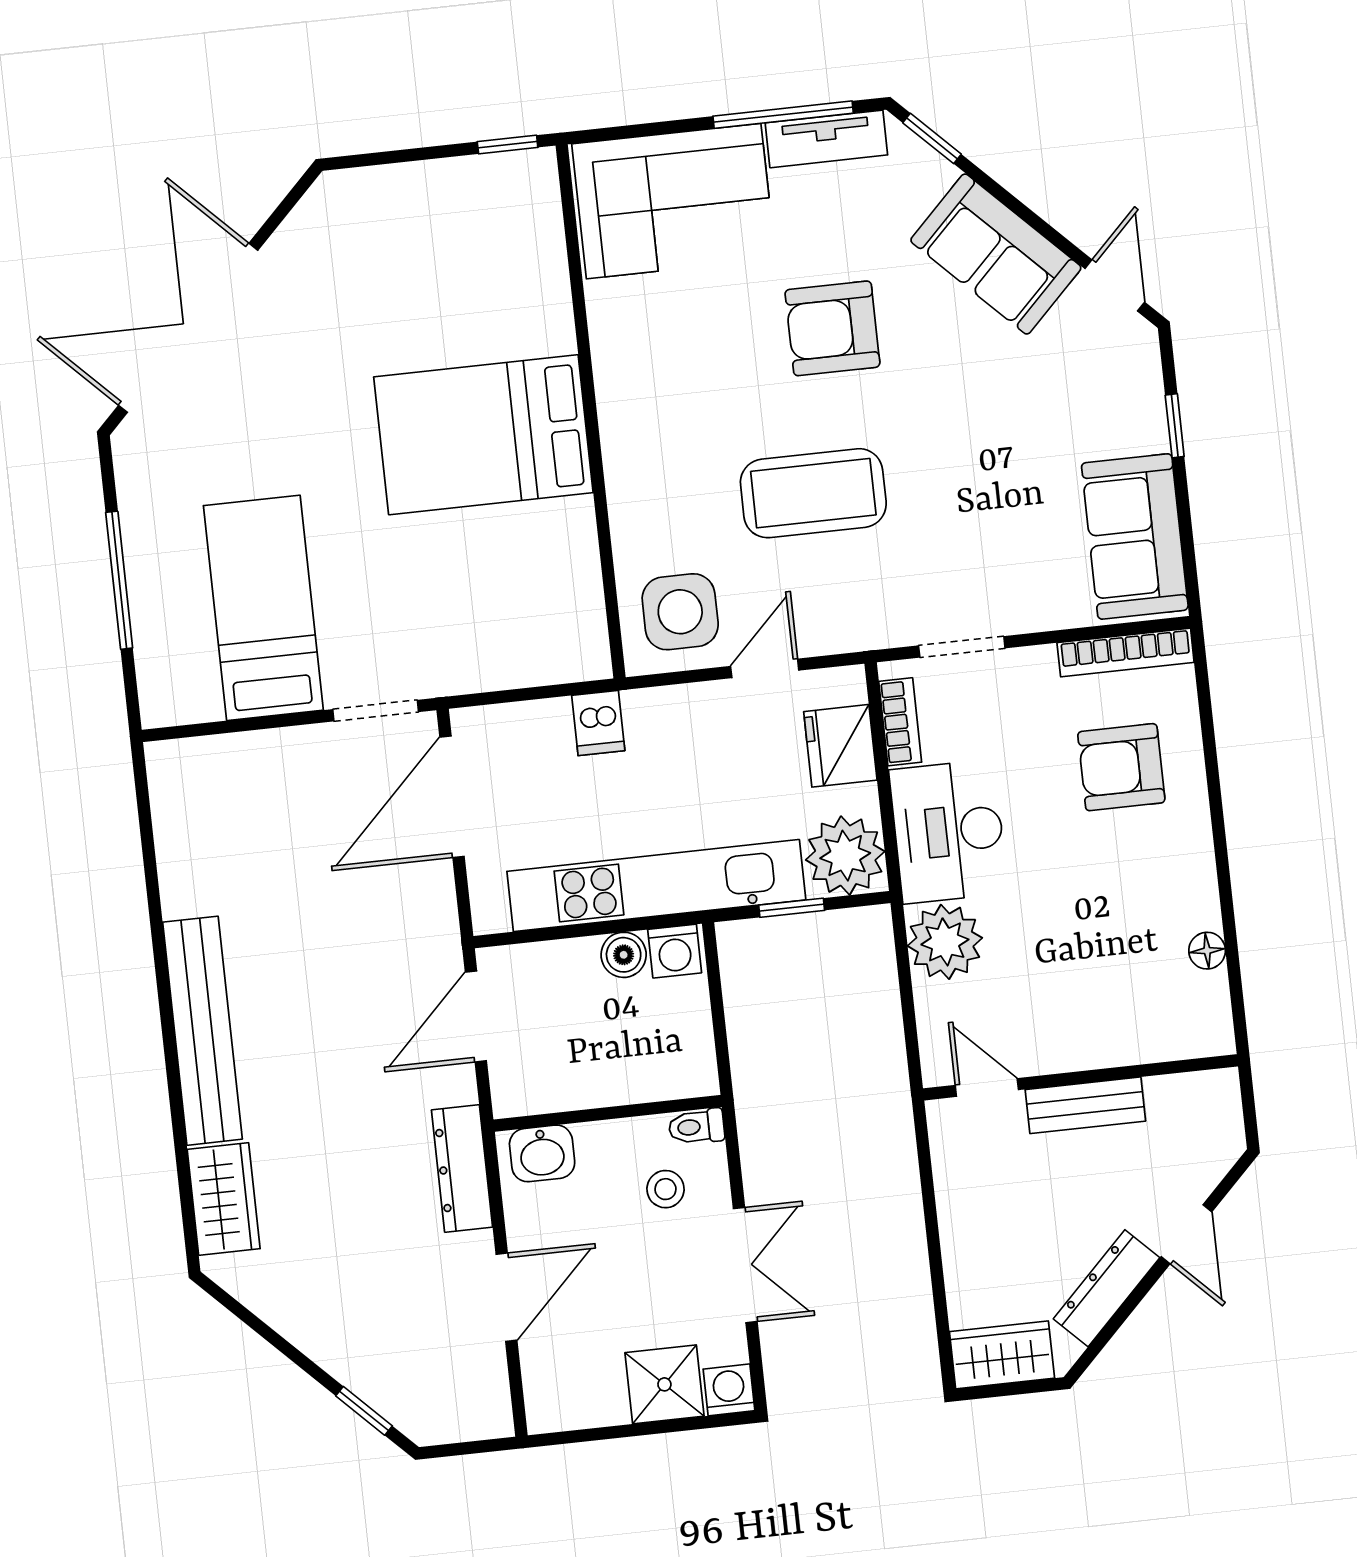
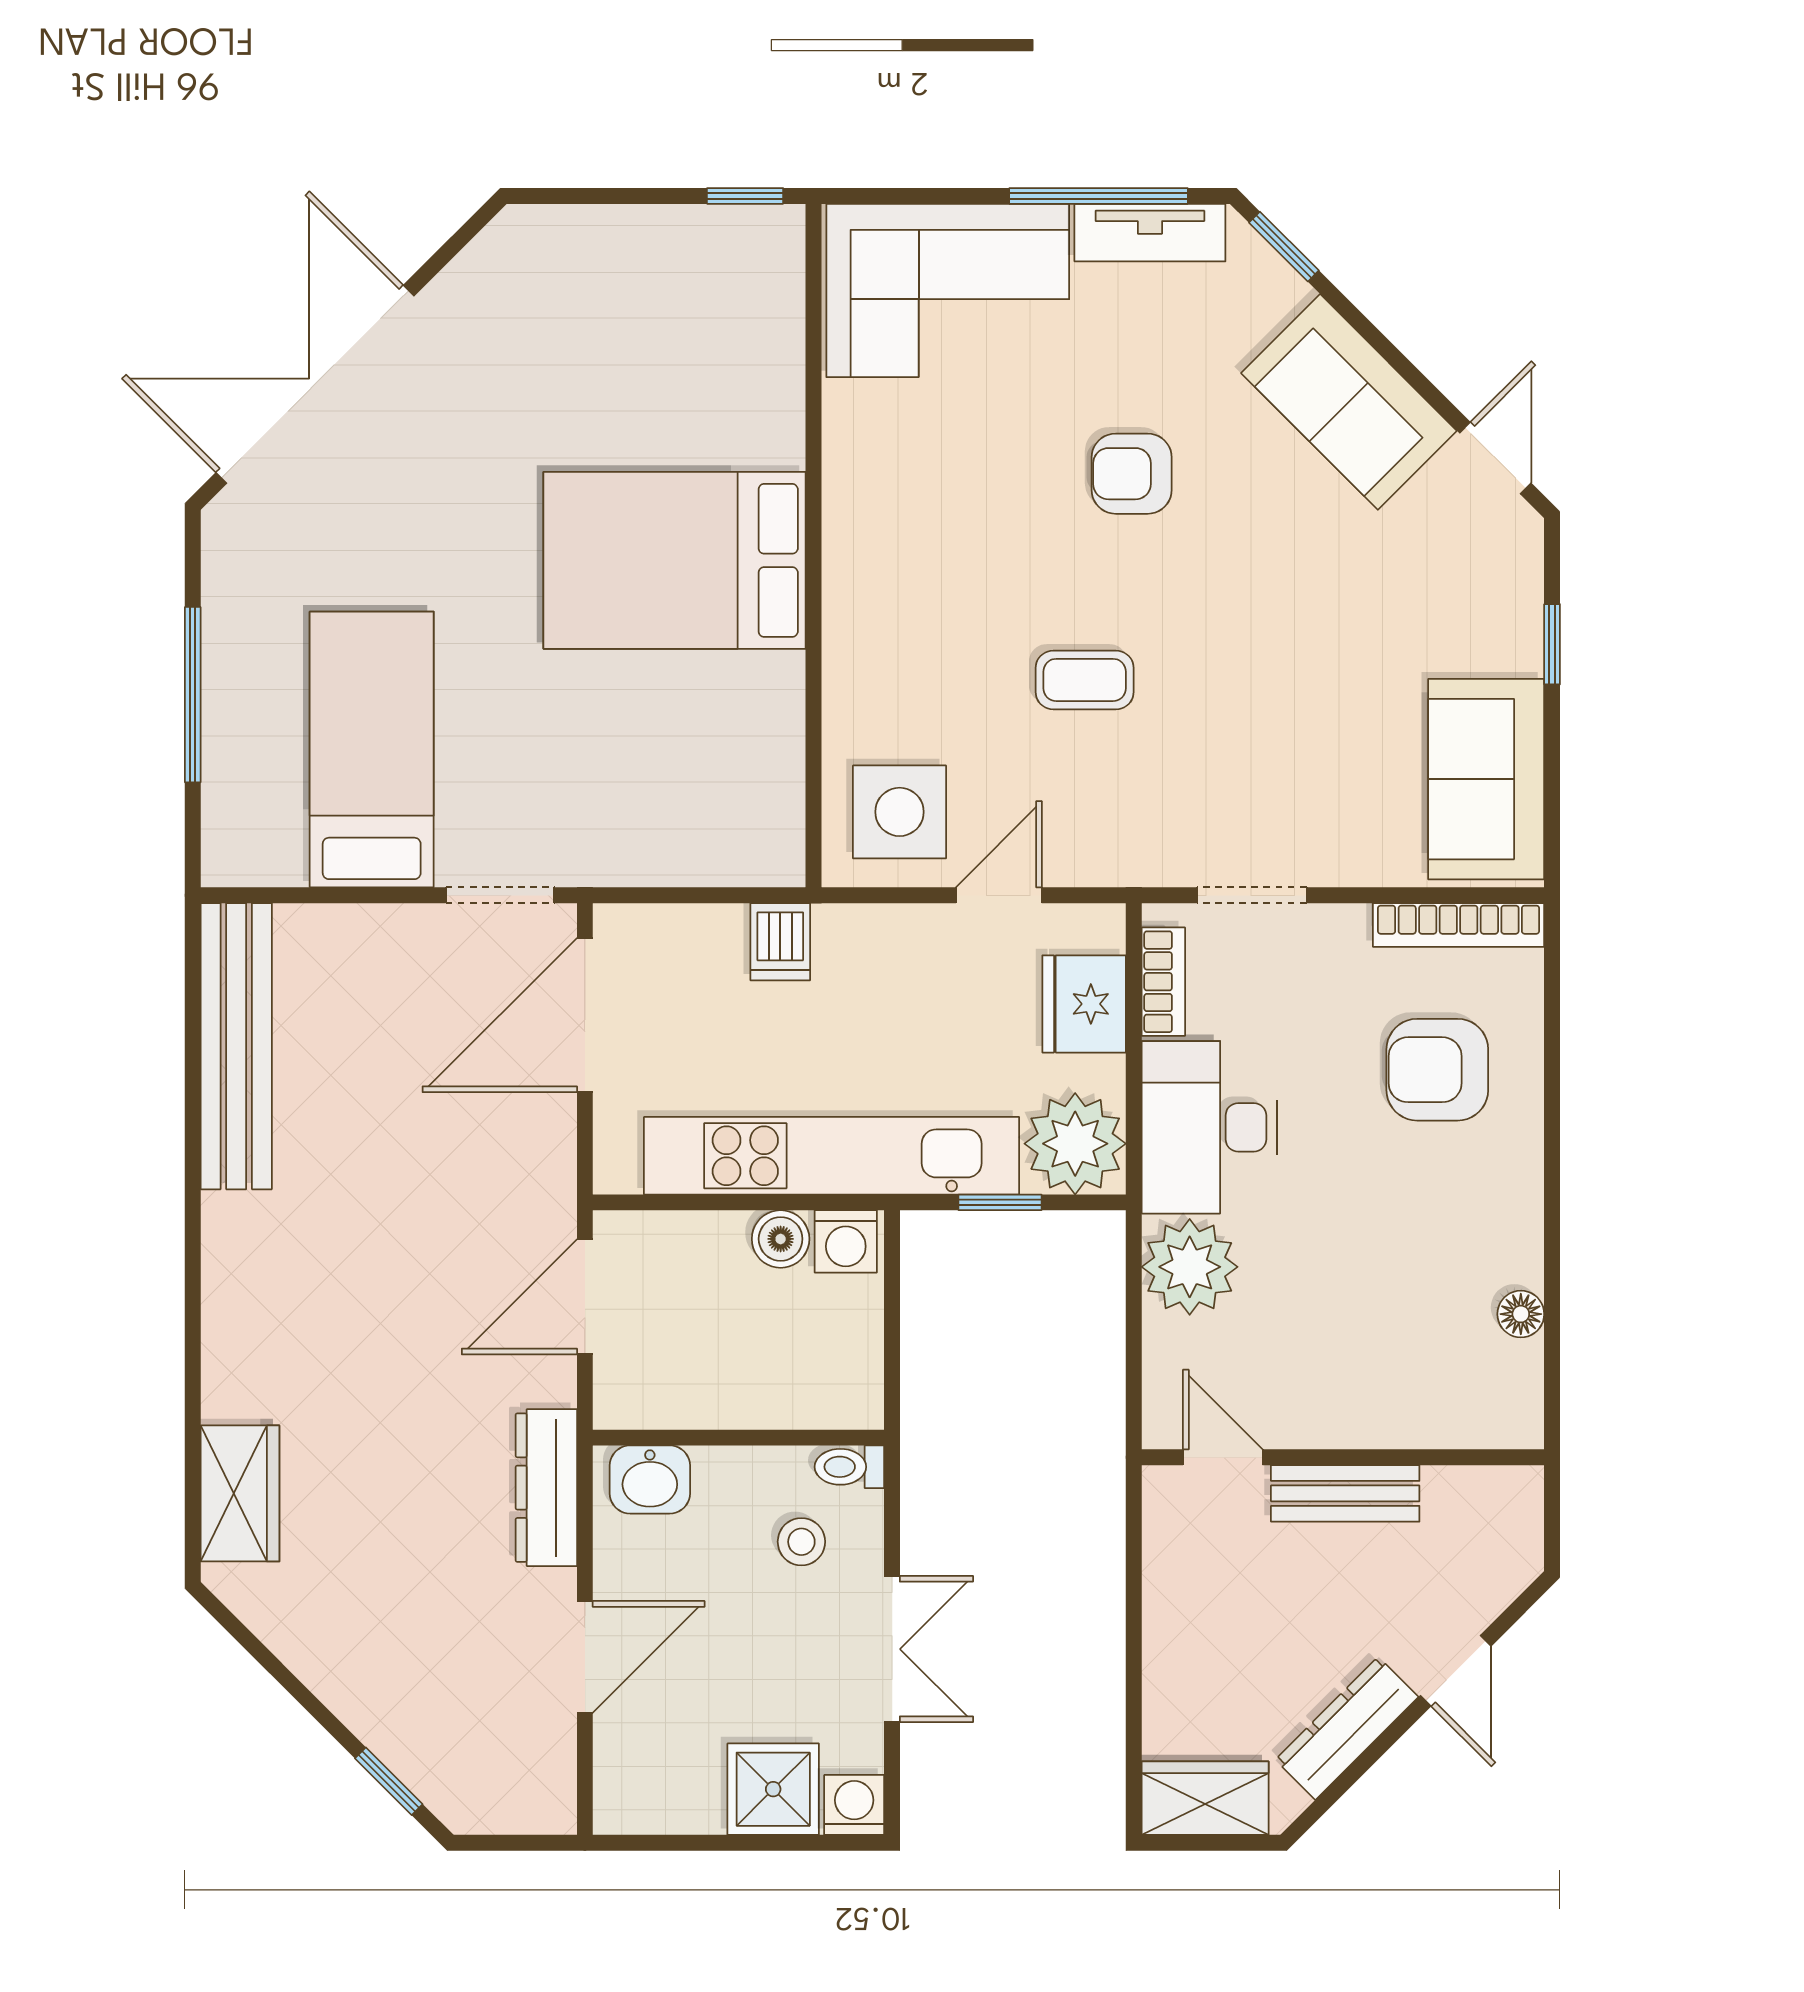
armchair: (832, 328) -> (1132, 474), width x0.72, depth x0.72
coffee table: (813, 493) -> (1085, 680), width x0.54, depth x0.58
bench: (202, 1031) -> (236, 1046), moved

